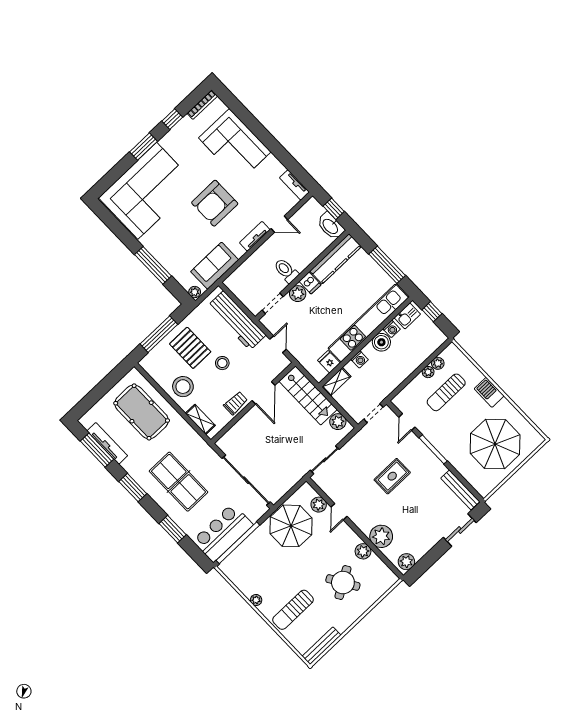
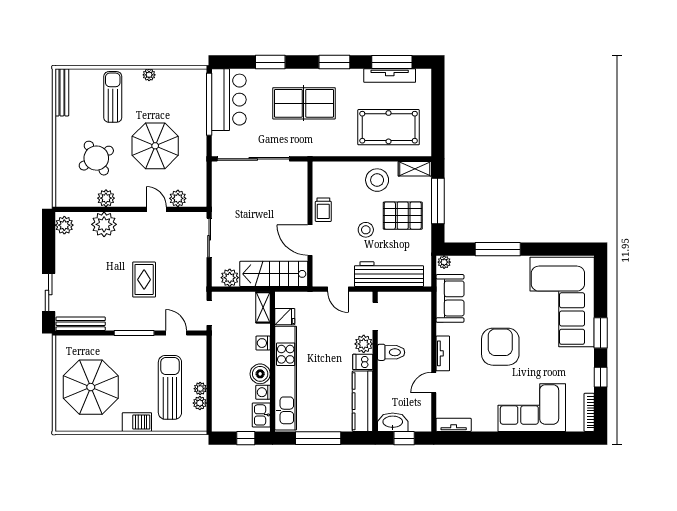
sun lounger: (446, 392) -> (170, 387), width x1.36, depth x1.34
shelving: (200, 419) -> (415, 169), moved
parasol: (291, 526) -> (155, 146), moved

